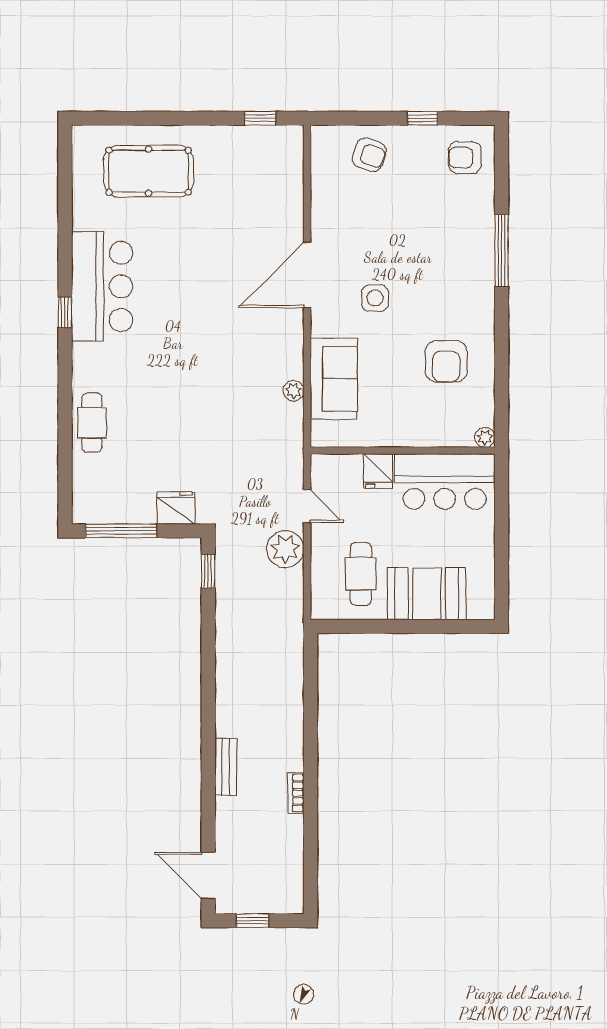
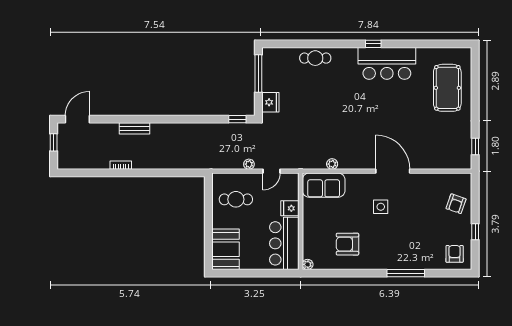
sofa: (334, 379) -> (324, 185), moved
plant: (285, 549) -> (249, 164), width x0.53, depth x0.53
booth: (427, 594) -> (225, 249), moved

